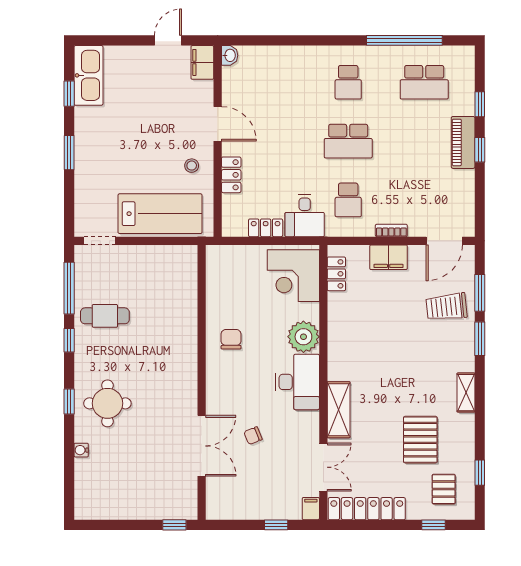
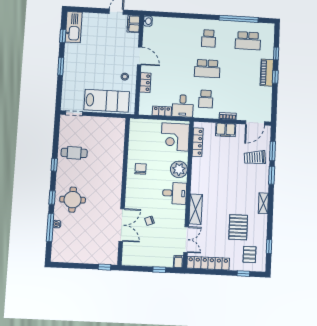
locker: (336, 274) -> (198, 142), width x1.53
window: (69, 288) -> (50, 227), moved
desk: (297, 382) -> (175, 193), width x0.73

